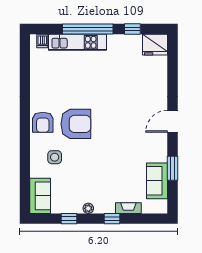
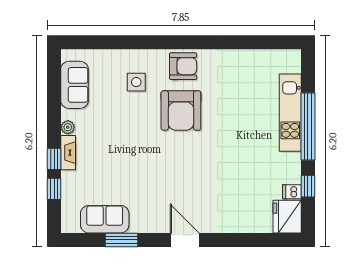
dishwasher: (42, 41) -> (292, 192), moved
armchair: (43, 122) -> (183, 66), turned 180
sofa: (40, 196) -> (74, 85), moved, turned -90
fireplace: (128, 208) -> (68, 153), moved
window: (69, 219) -> (54, 189), moved

